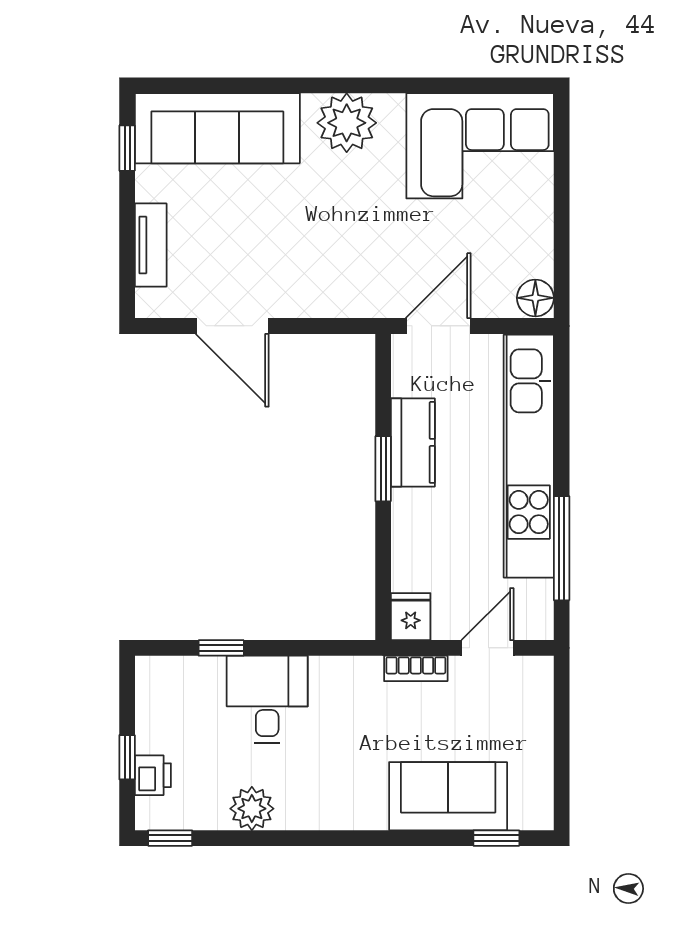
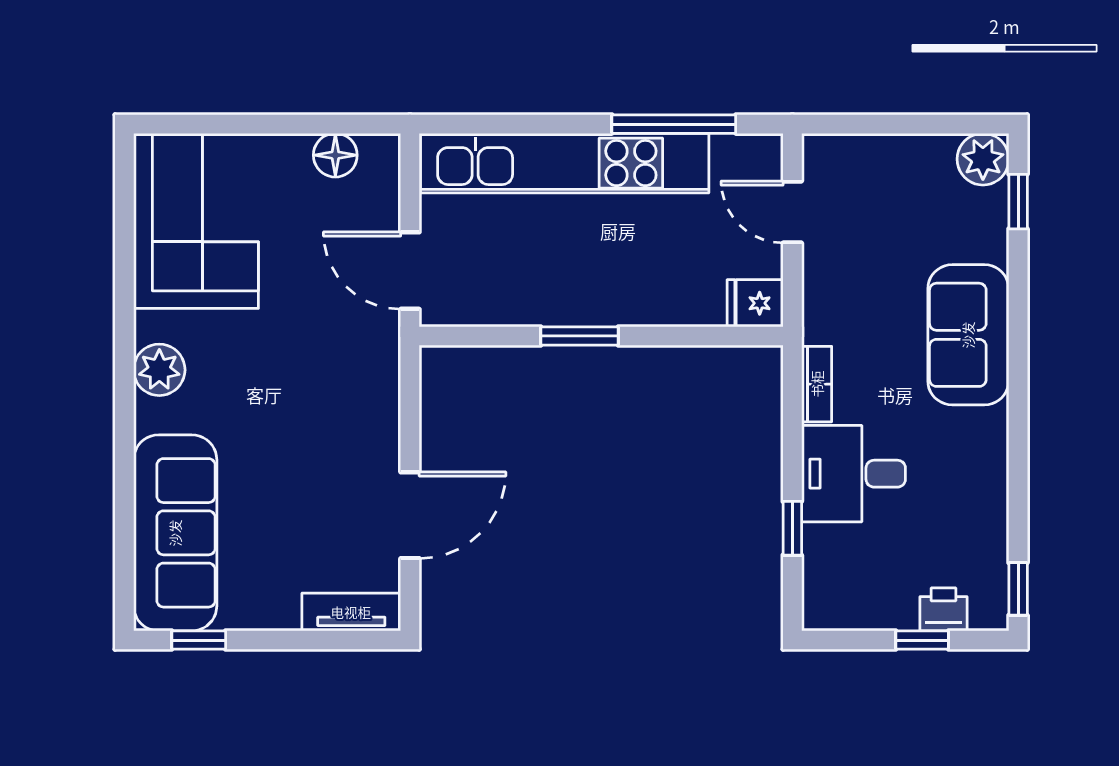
plant: (347, 123) -> (159, 370), width x0.73, depth x0.73
tv unit: (151, 245) -> (351, 612), moved
floor lamp: (535, 298) -> (335, 155), moved
kitchen counter: (413, 442) -> (548, 301), removed
bookcase: (416, 668) -> (817, 384), moved
sofa: (448, 796) -> (968, 335), moved
plant: (252, 809) -> (983, 159), moved

